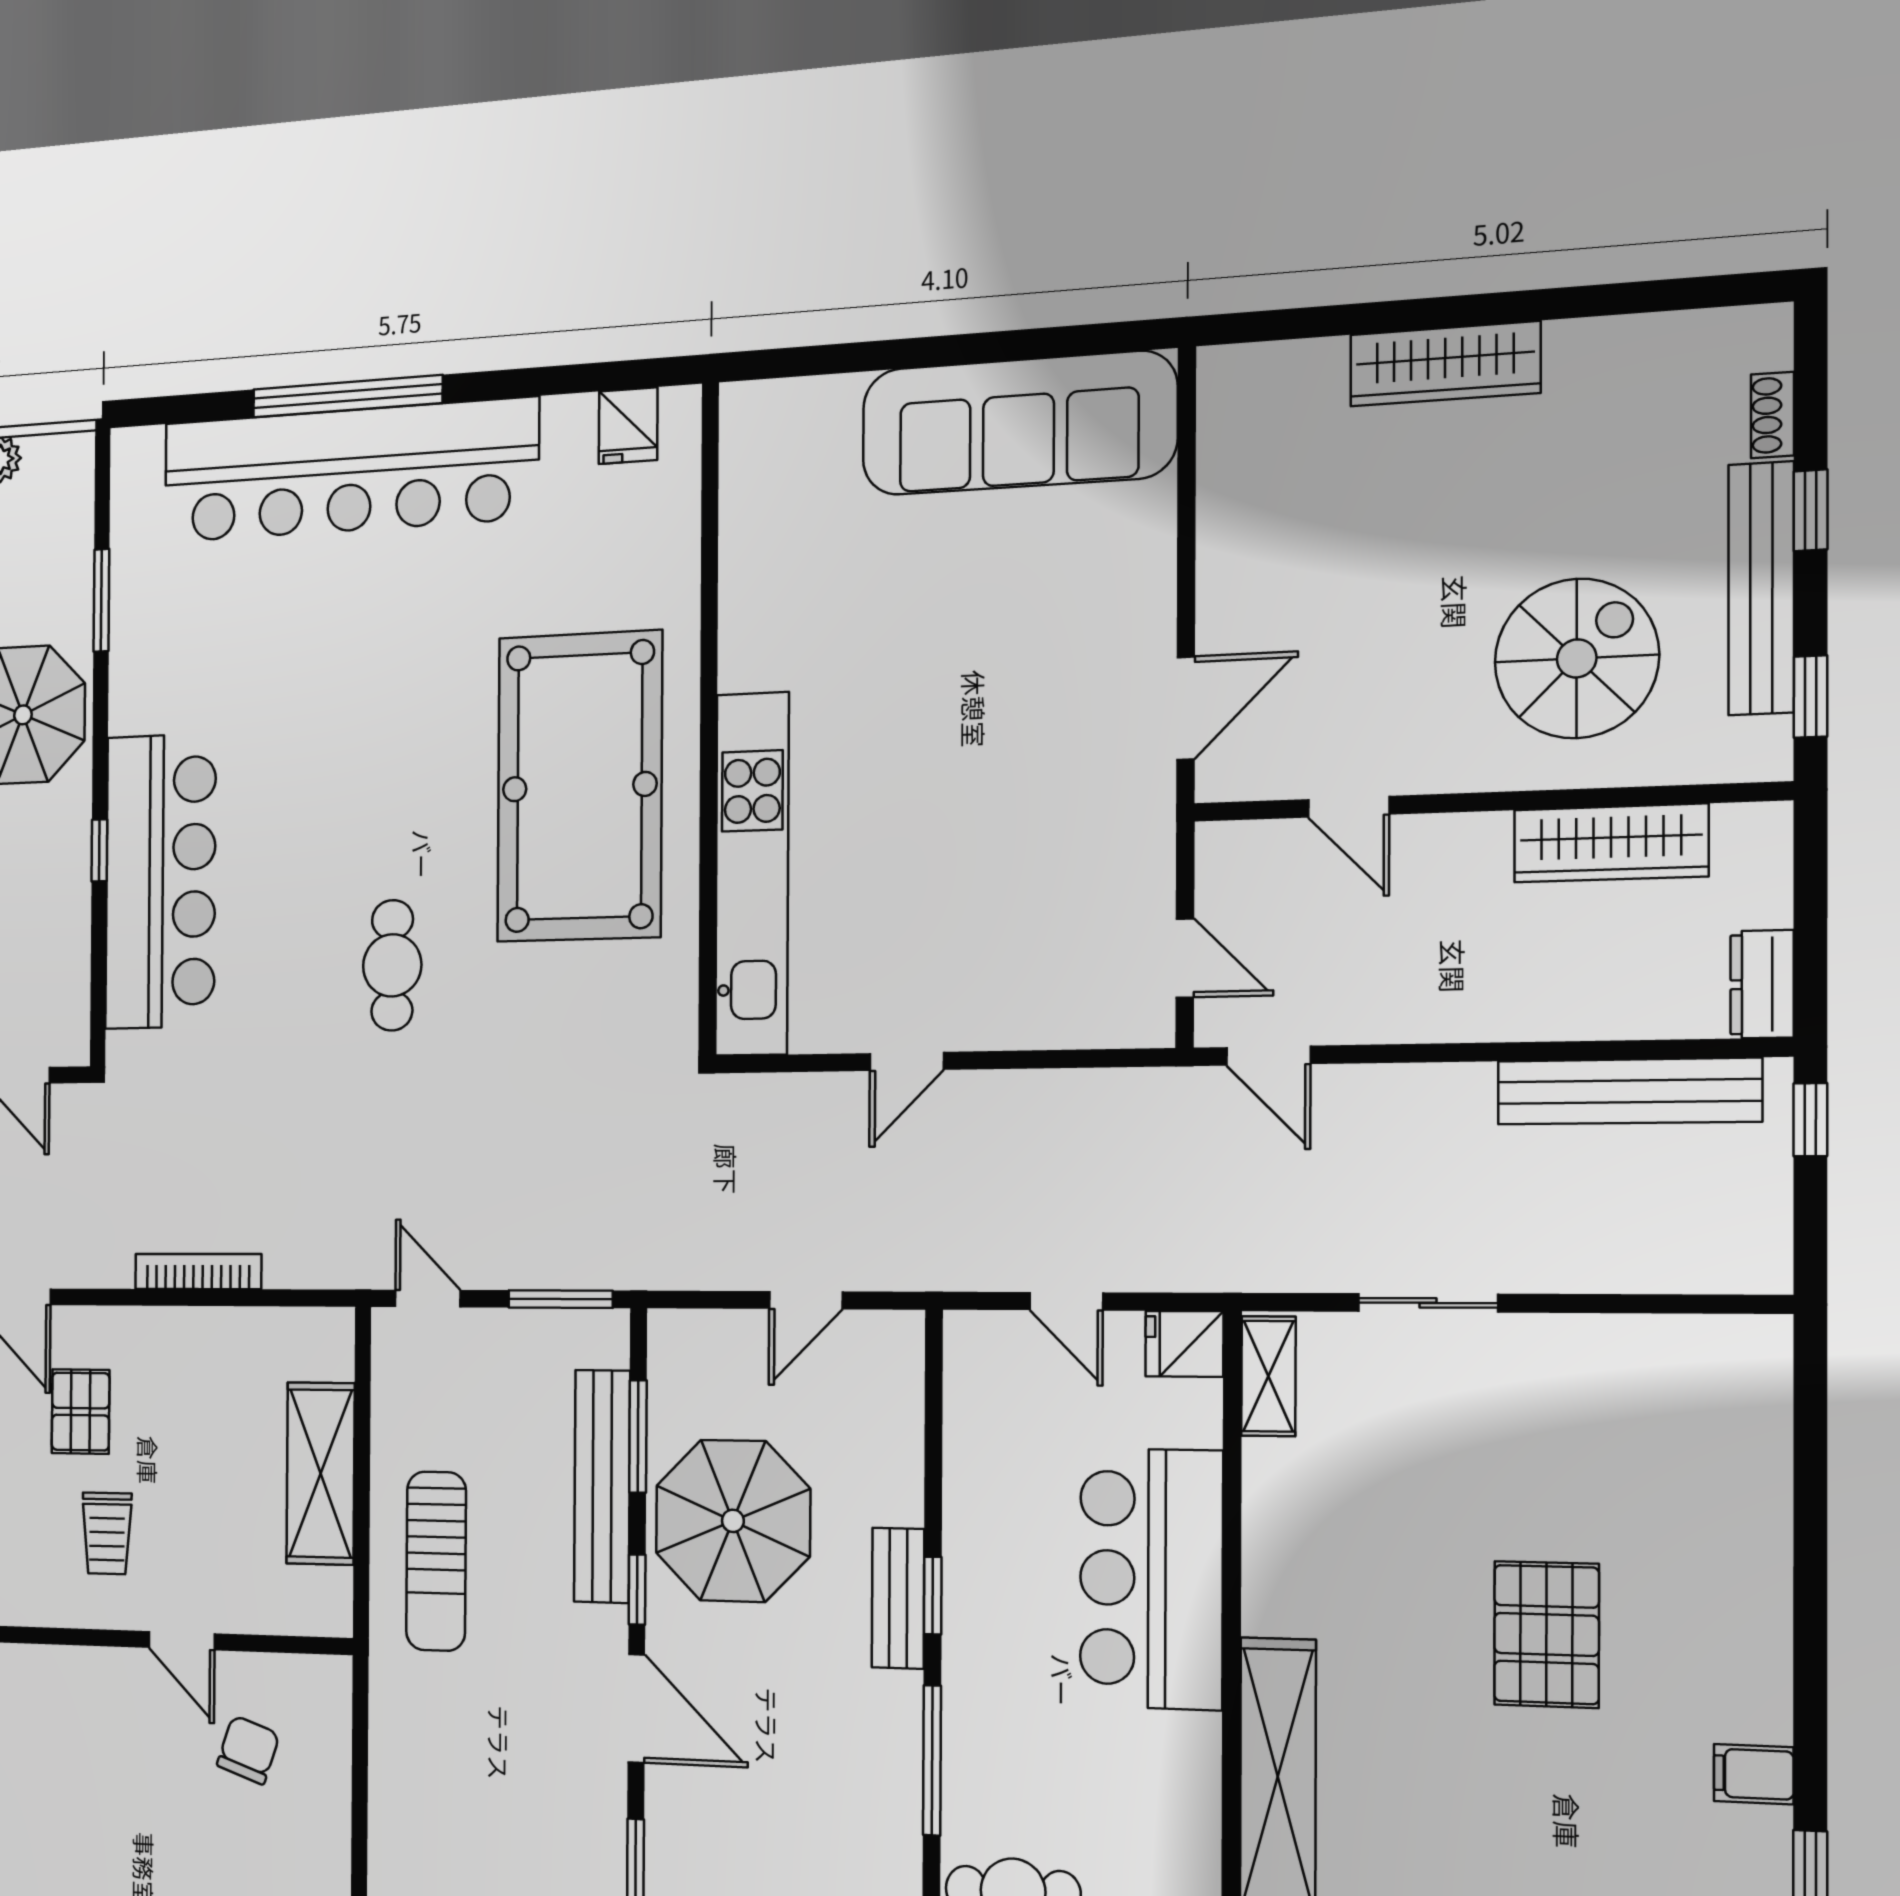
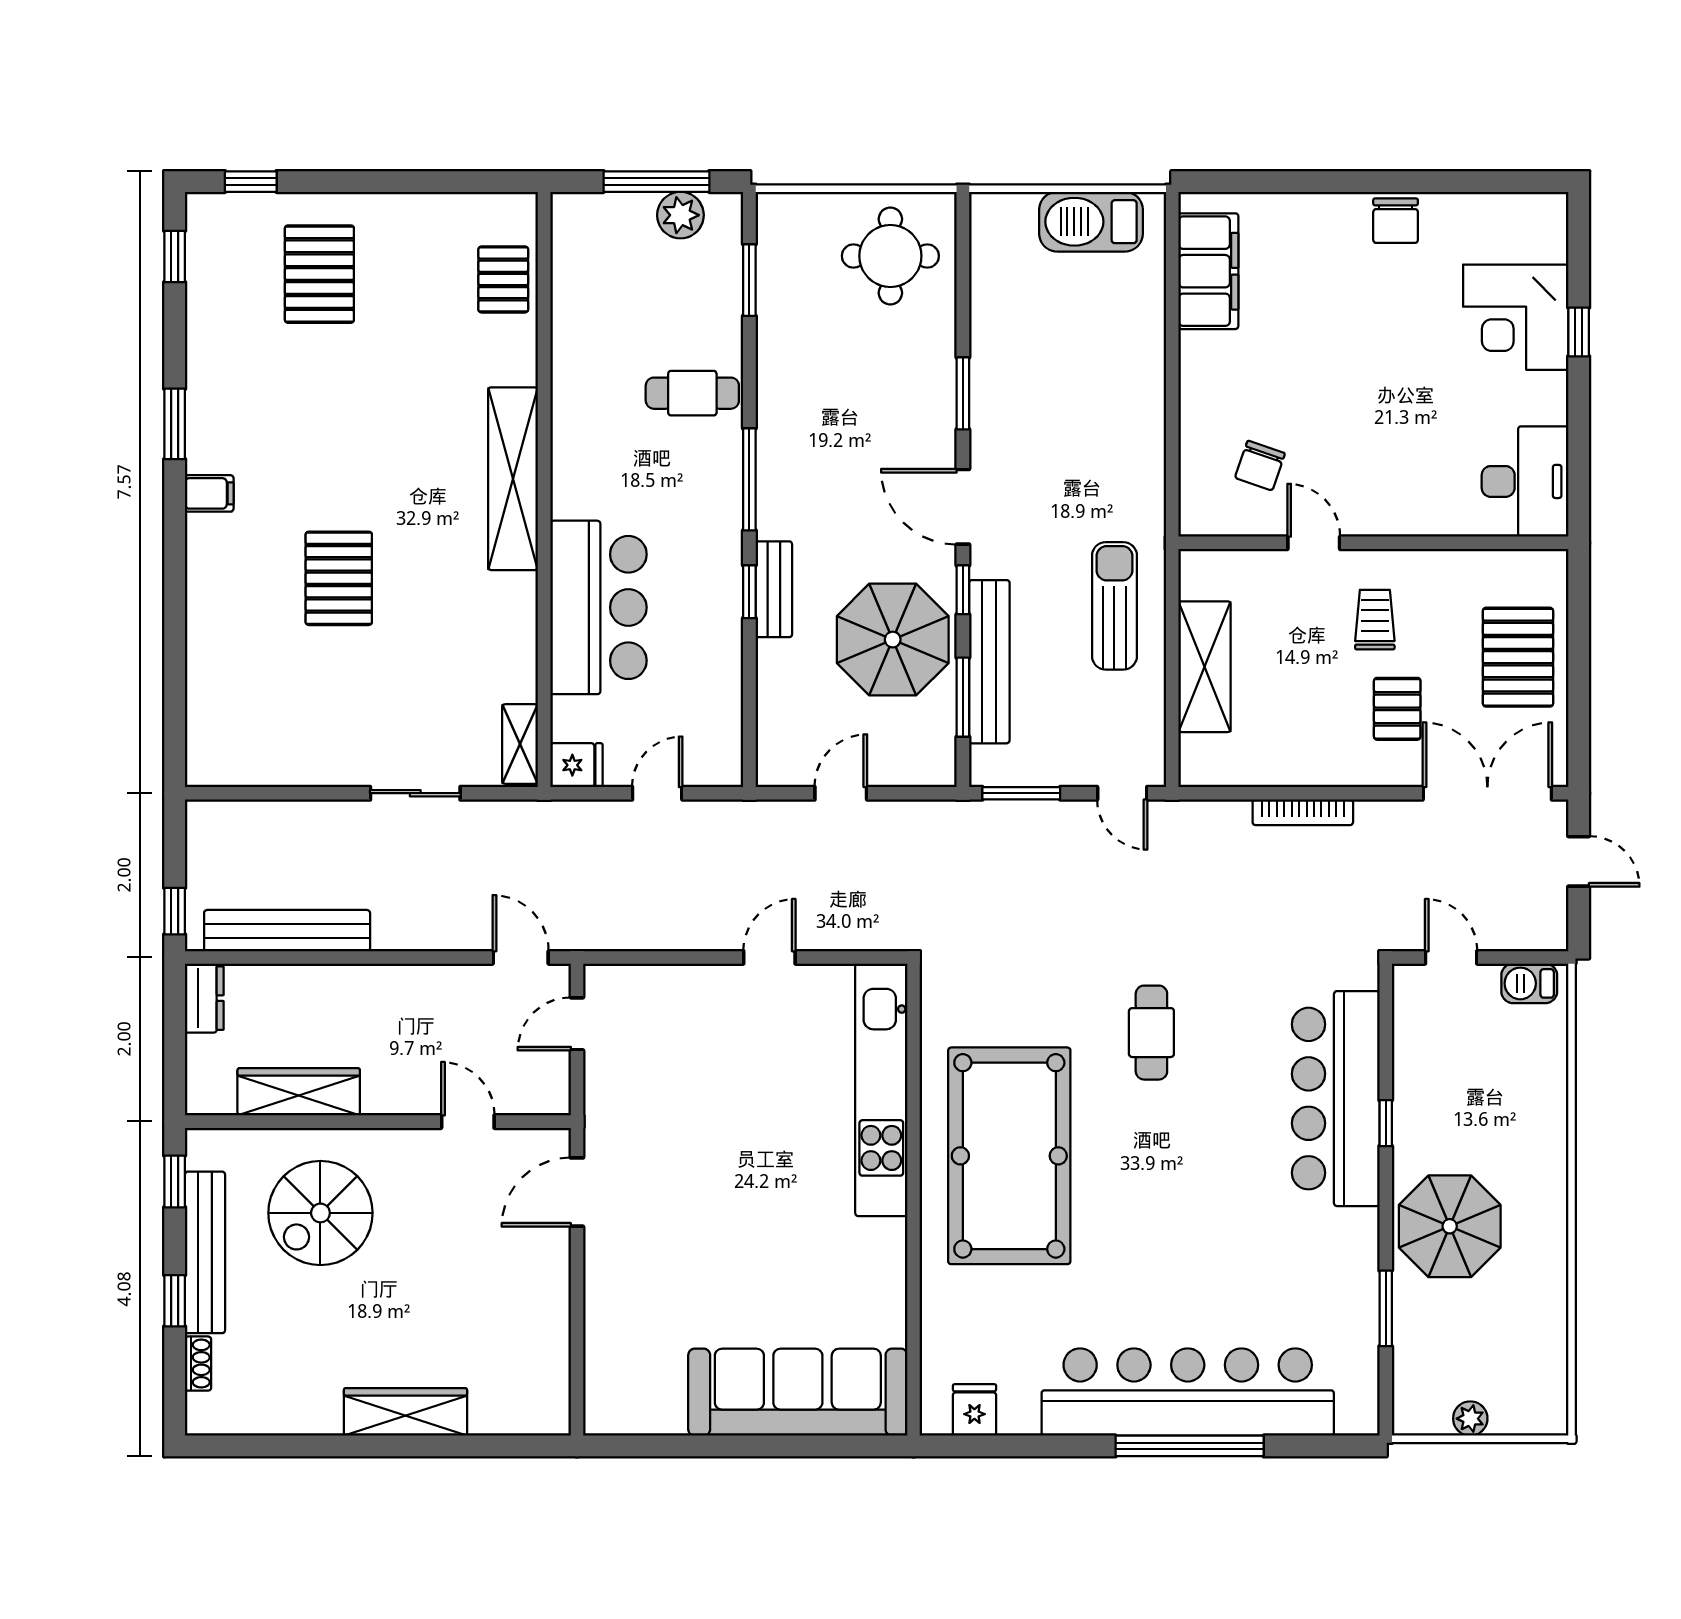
sofa: (1018, 423) -> (798, 1392), moved
door: (1185, 958) -> (577, 1024), hinge flipped
door: (1066, 1301) -> (657, 793), hinge flipped

